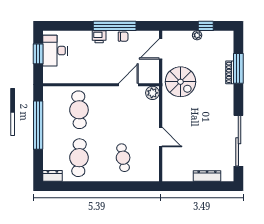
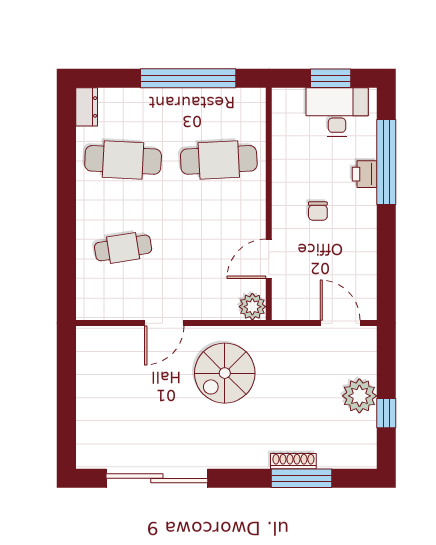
window: (115, 26) -> (386, 162), moved
plant: (197, 35) -> (359, 396), width x1.88, depth x1.88
printer: (99, 37) -> (365, 174), moved
chair: (123, 37) -> (318, 211), moved
spiral stairs: (180, 82) -> (225, 373), moved
door: (128, 85) -> (269, 259), swing flipped
dresser: (207, 176) -> (86, 416), removed

